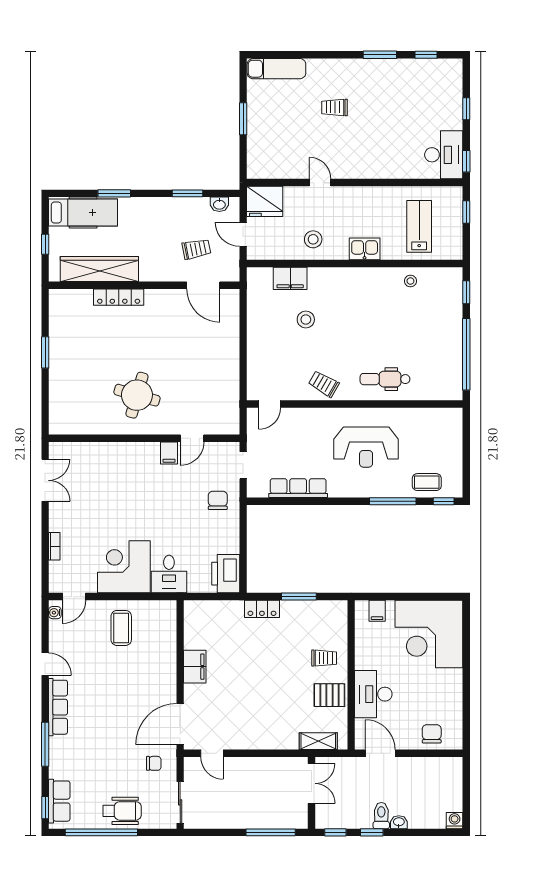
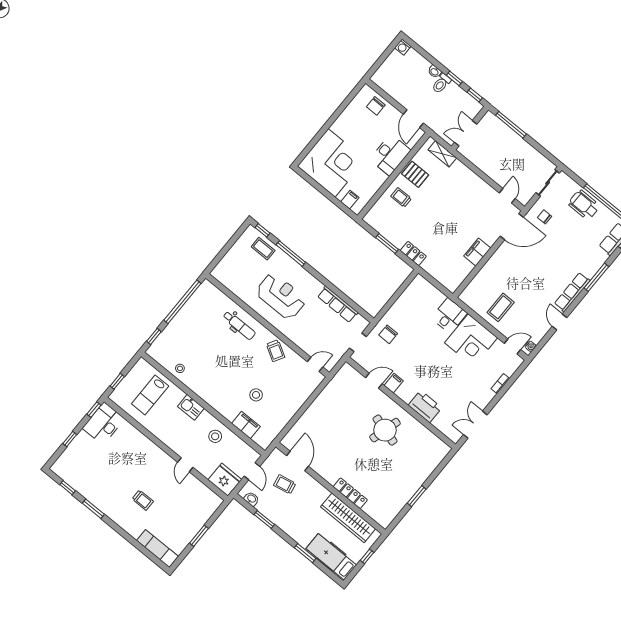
printer: (226, 574) -> (425, 406), moved, turned -90

